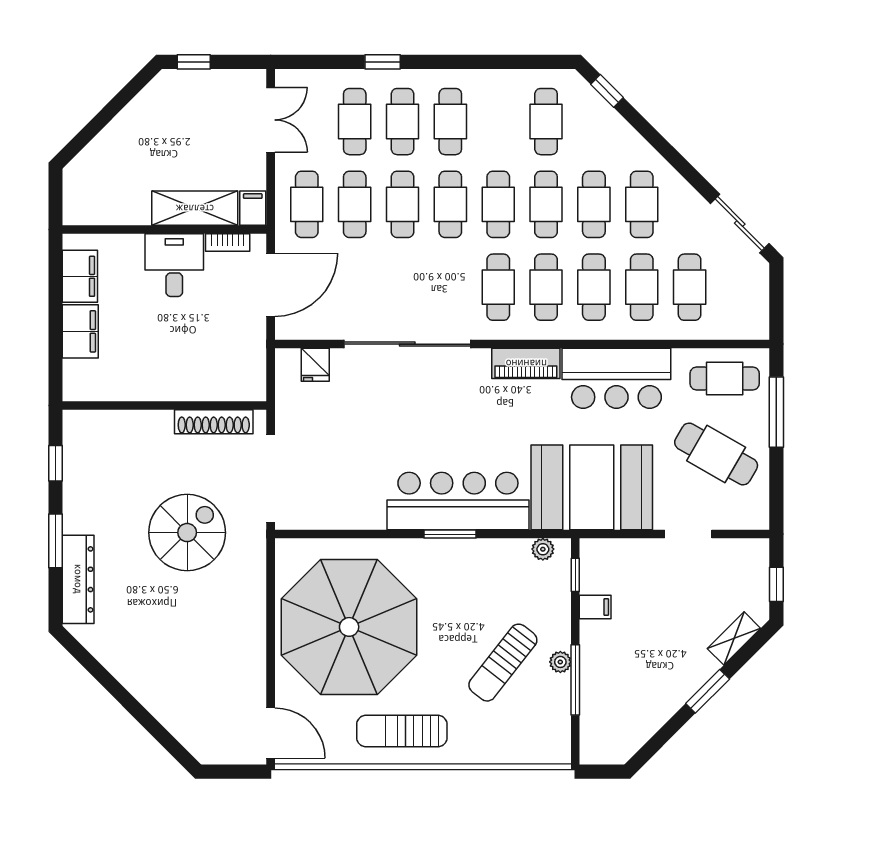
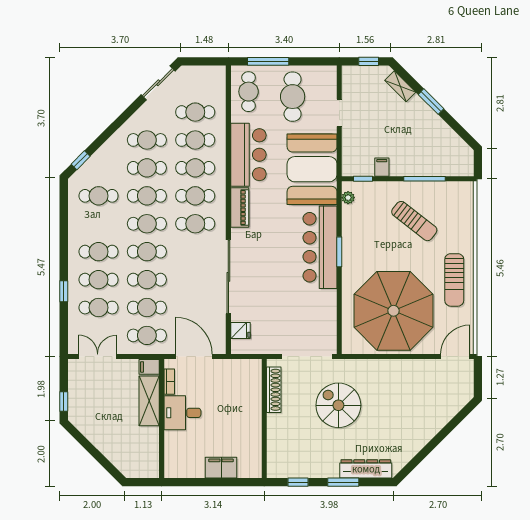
filing cabinet: (80, 276) -> (189, 468), removed
cafe table: (716, 454) -> (293, 97), turned -30
plant: (560, 662) -> (414, 187), removed

